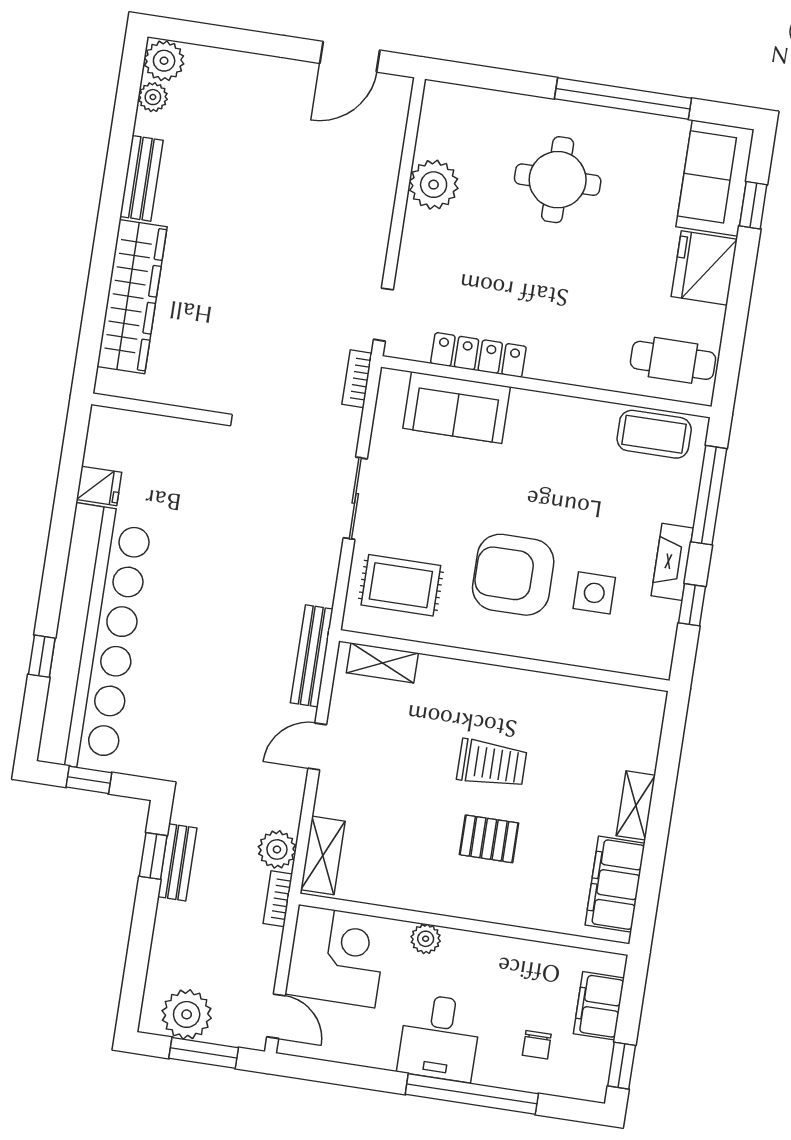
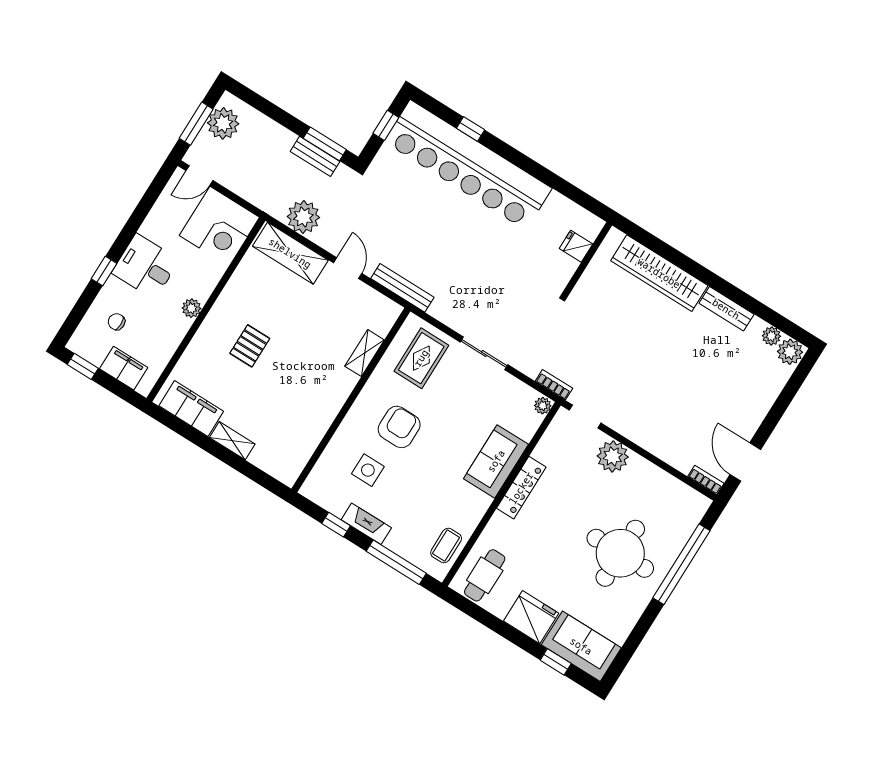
window: (623, 99) -> (681, 564), moved
round table: (558, 180) -> (620, 553), width x1.36, depth x1.36
plant: (434, 185) -> (613, 456), moved
locker: (478, 355) -> (521, 488), moved
plant: (394, 382) -> (543, 406), added
sofa: (457, 408) -> (496, 461), moved
coffee table: (654, 434) -> (446, 545), width x0.73, depth x0.77
fridge: (99, 486) -> (576, 246), moved, turned 90
armchair: (513, 575) -> (399, 427), width x0.73, depth x0.73
shelving: (382, 663) -> (365, 353), moved
trolley: (492, 764) -> (293, 367), removed
plant: (277, 849) -> (303, 217), width x1.36, depth x1.36
shelving: (323, 855) -> (290, 253), width x1.50, depth x1.33
window: (153, 856) -> (325, 144), width x1.50
bookcase: (278, 899) -> (706, 480), moved
plant: (426, 939) -> (191, 308), moved
window: (472, 1094) -> (104, 271), width x0.32

